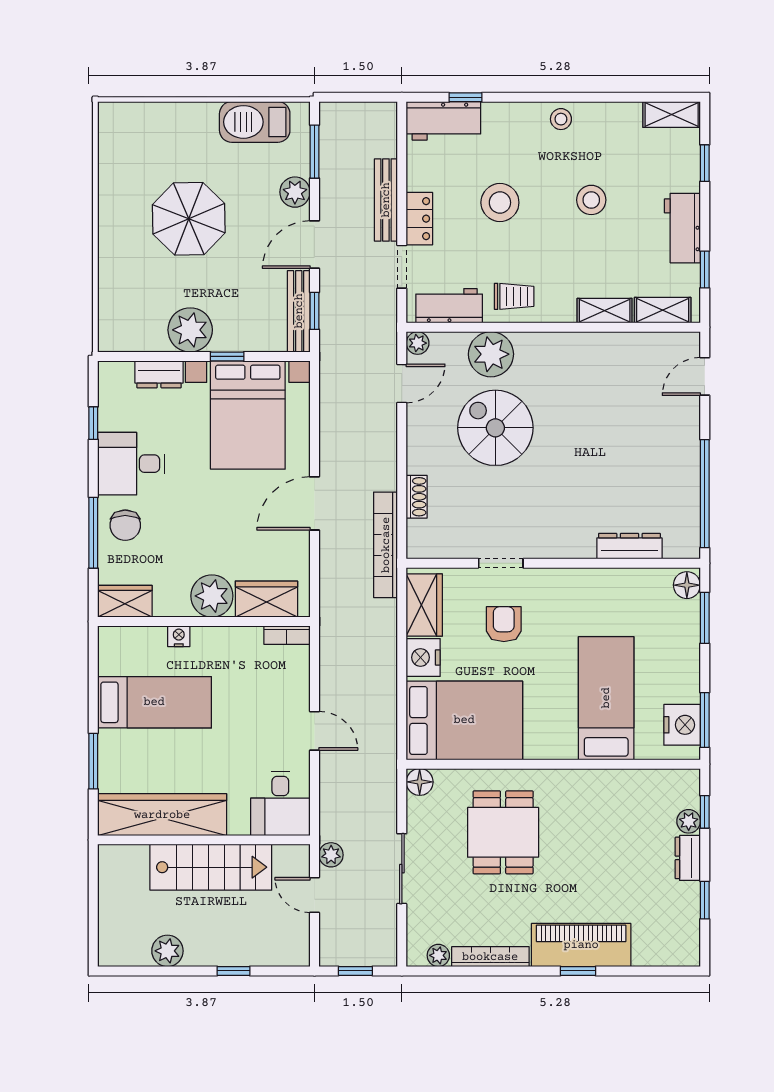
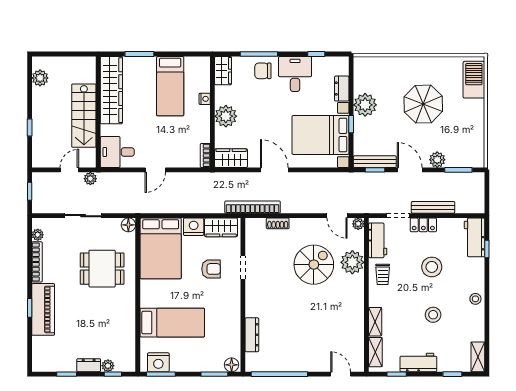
barbecue: (255, 122) -> (474, 80), moved
wardrobe: (266, 599) -> (231, 158), moved, turned -90
plant: (167, 951) -> (40, 78), moved

